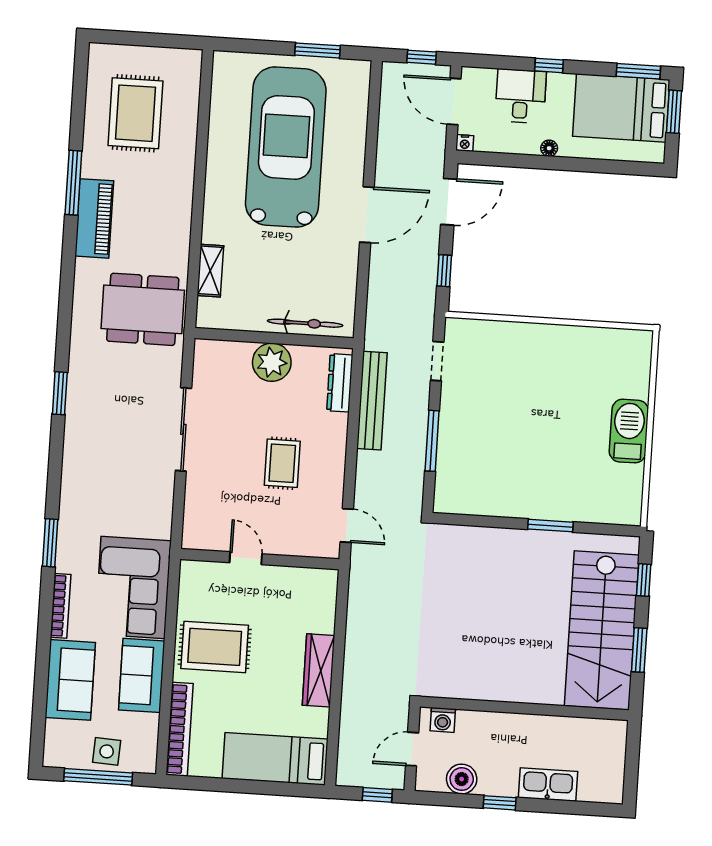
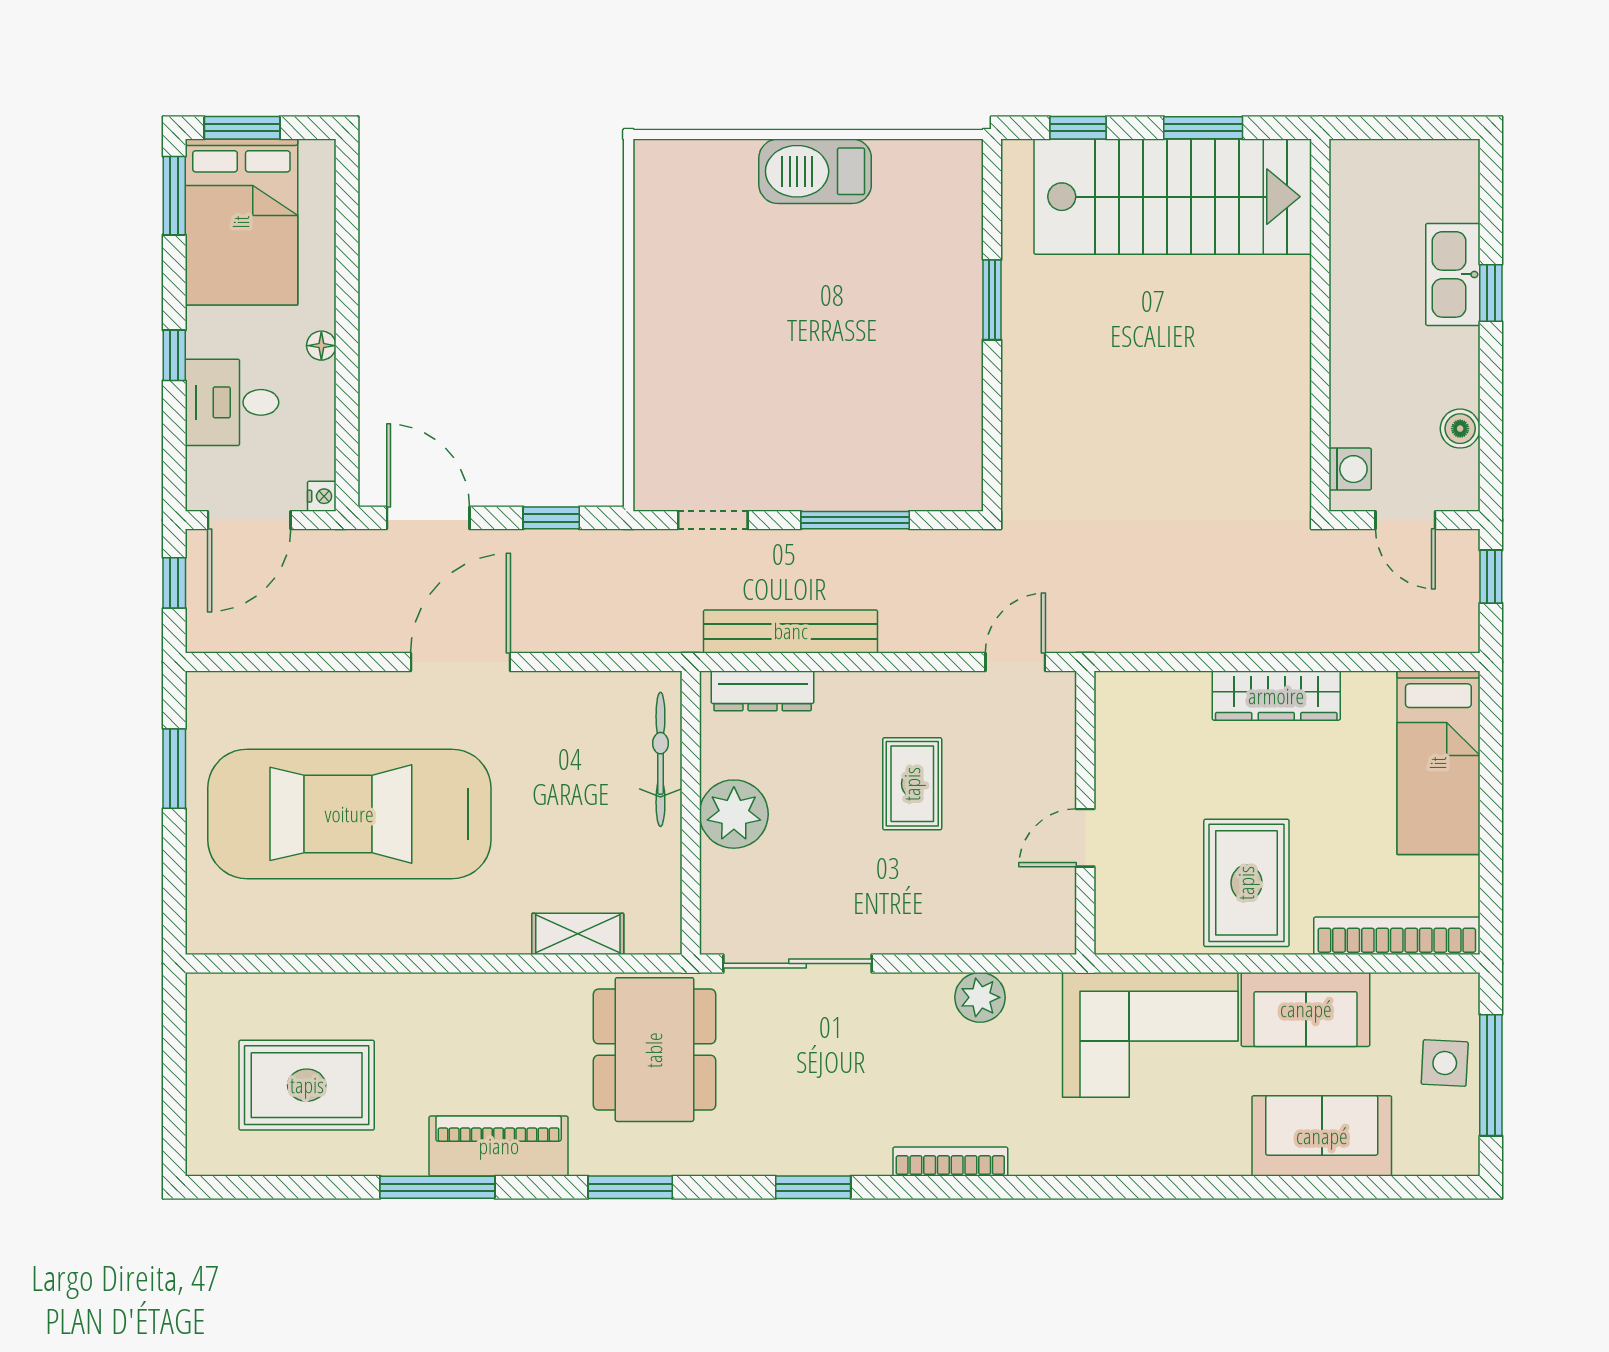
door: (367, 215) -> (461, 662), hinge flipped
sliding door: (183, 429) -> (798, 963), moved
rug: (282, 463) -> (912, 784), turned 90
plant: (160, 494) -> (980, 997), added
window: (50, 543) -> (630, 1187), moved
bookcase: (61, 606) -> (950, 1162), moved
boiler: (462, 779) -> (1460, 429), width x0.73, depth x0.73
window: (500, 803) -> (1491, 293), moved

